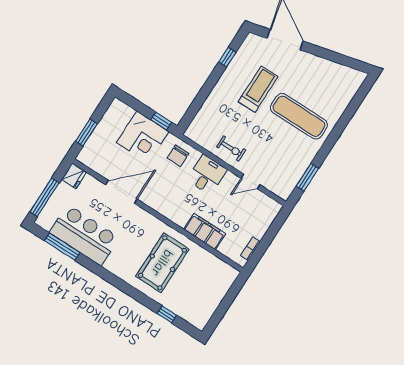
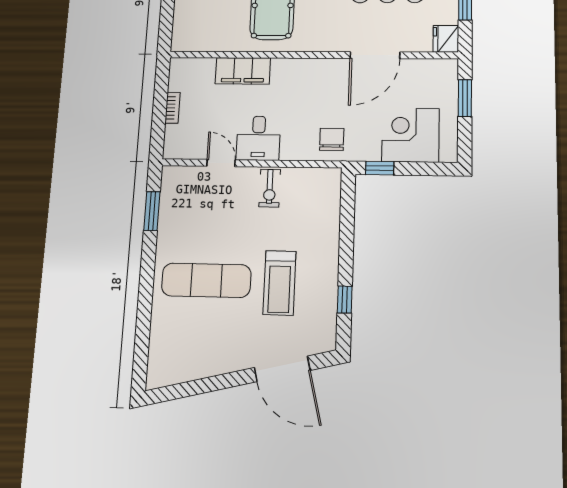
corner desk: (143, 137) -> (410, 135), moved
exercise bike: (231, 149) -> (270, 188), turned -90
desk: (207, 175) -> (258, 138), moved
door: (251, 182) -> (221, 163), hinge flipped
bookcase: (250, 249) -> (172, 108), moved

